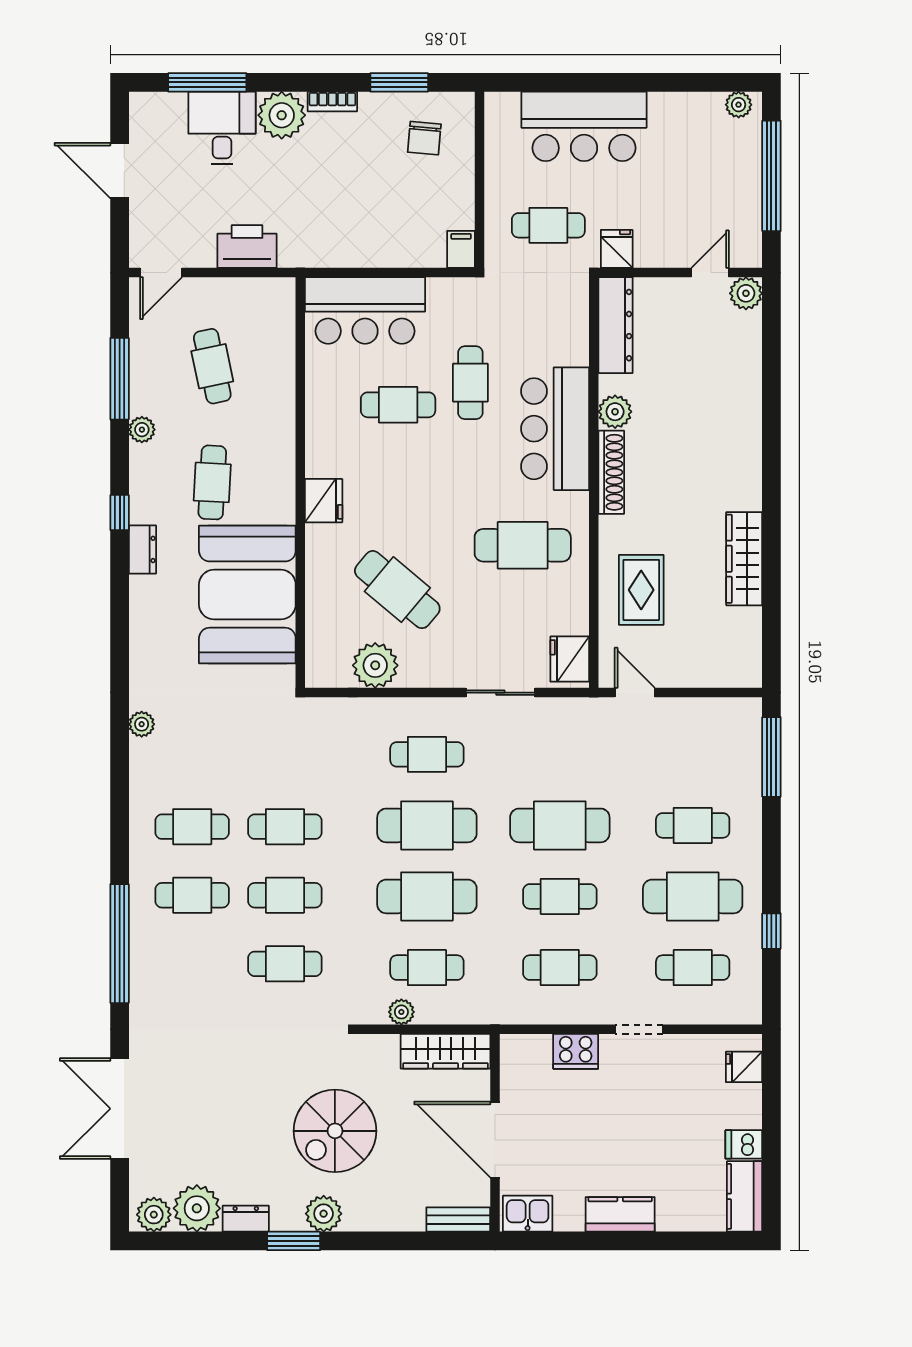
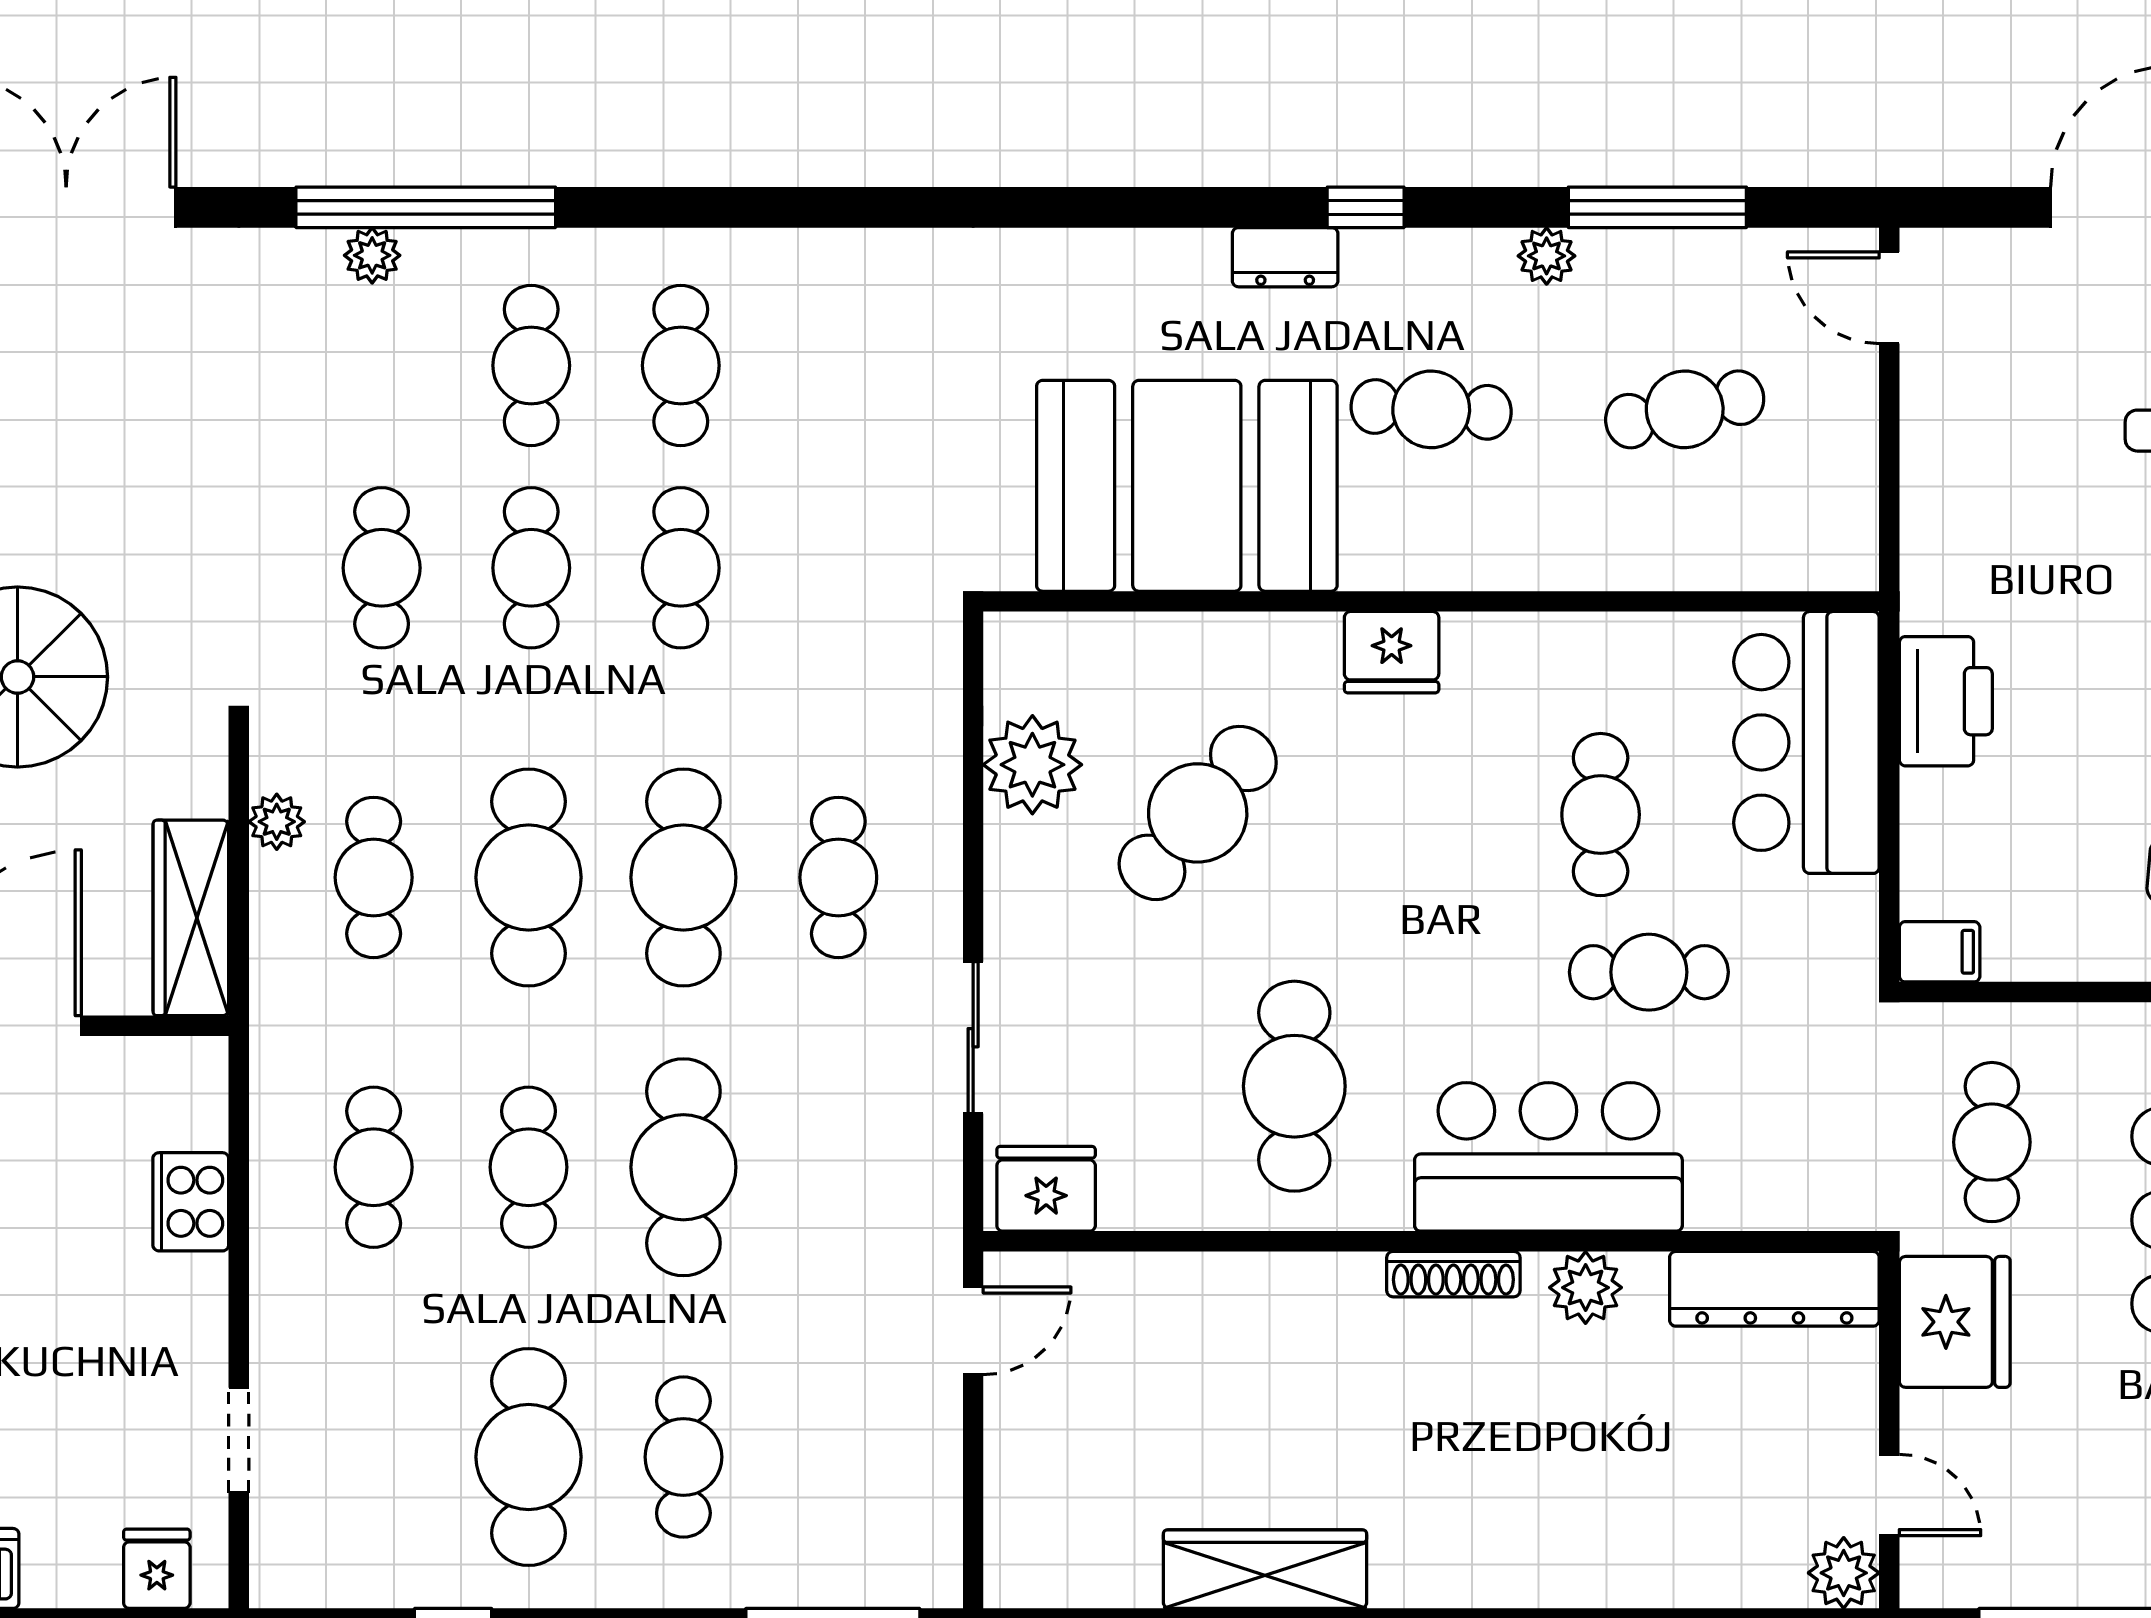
printer: (247, 246) -> (1946, 701), moved
fridge: (617, 249) -> (1955, 1322), width x1.88, depth x1.34
shoe rack: (611, 472) -> (1453, 1274), width x0.74, depth x0.81
rug: (641, 590) -> (1197, 1345), removed
plant: (142, 724) -> (372, 255), moved
cafe table: (693, 968) -> (374, 1457), removed
doorway: (639, 1029) -> (239, 1440), moved

